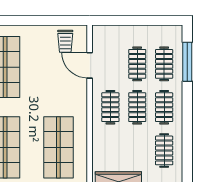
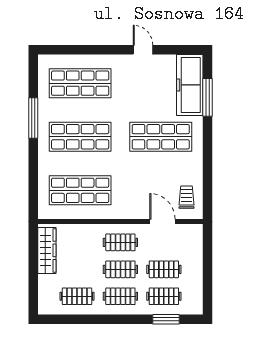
trolley: (65, 41) -> (187, 197), turned 90
window: (187, 62) -> (166, 319), width x0.69
door: (90, 65) -> (162, 222), hinge flipped

